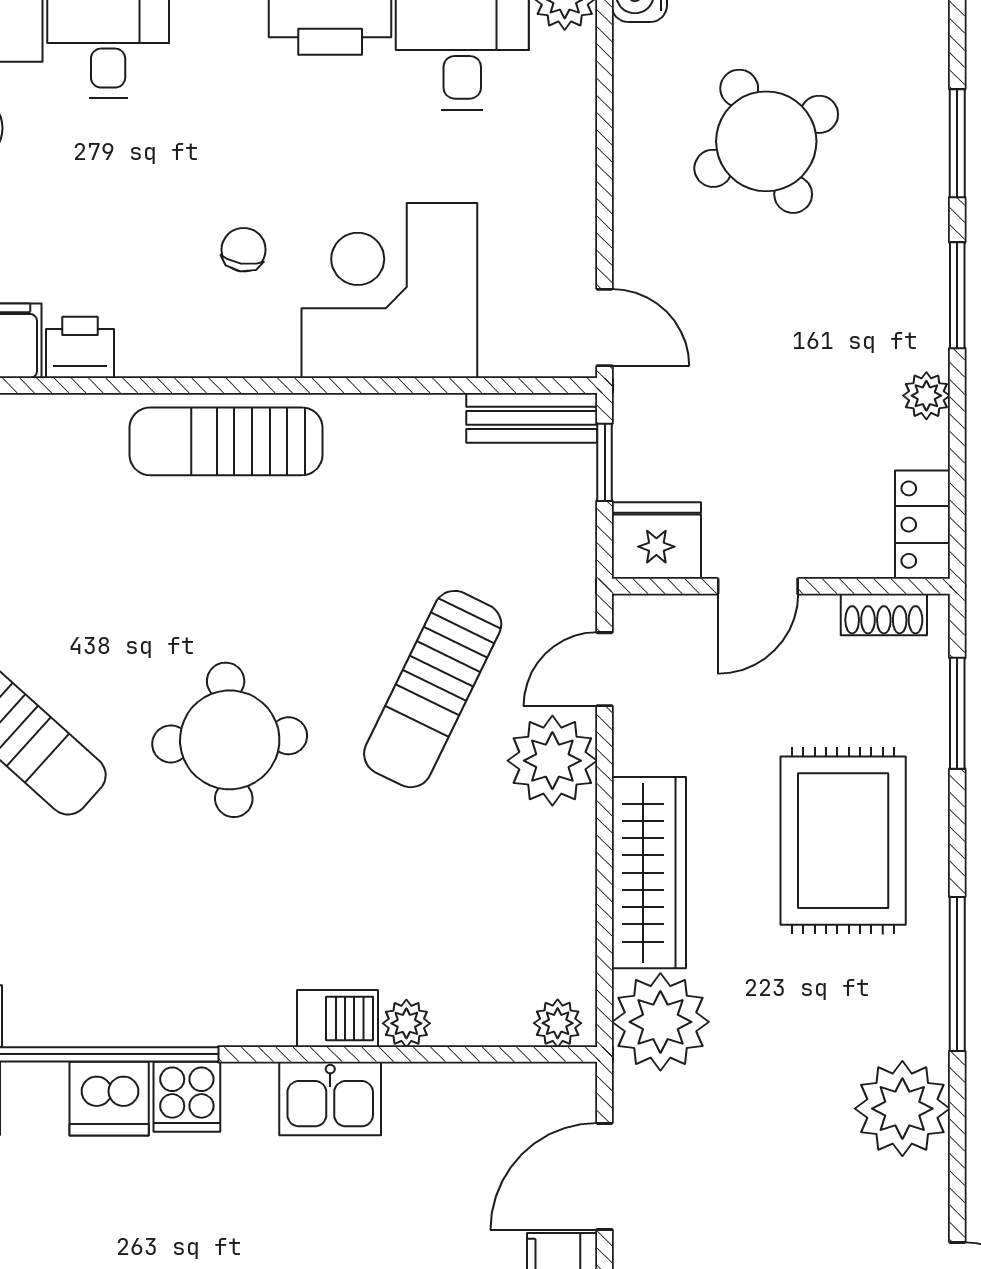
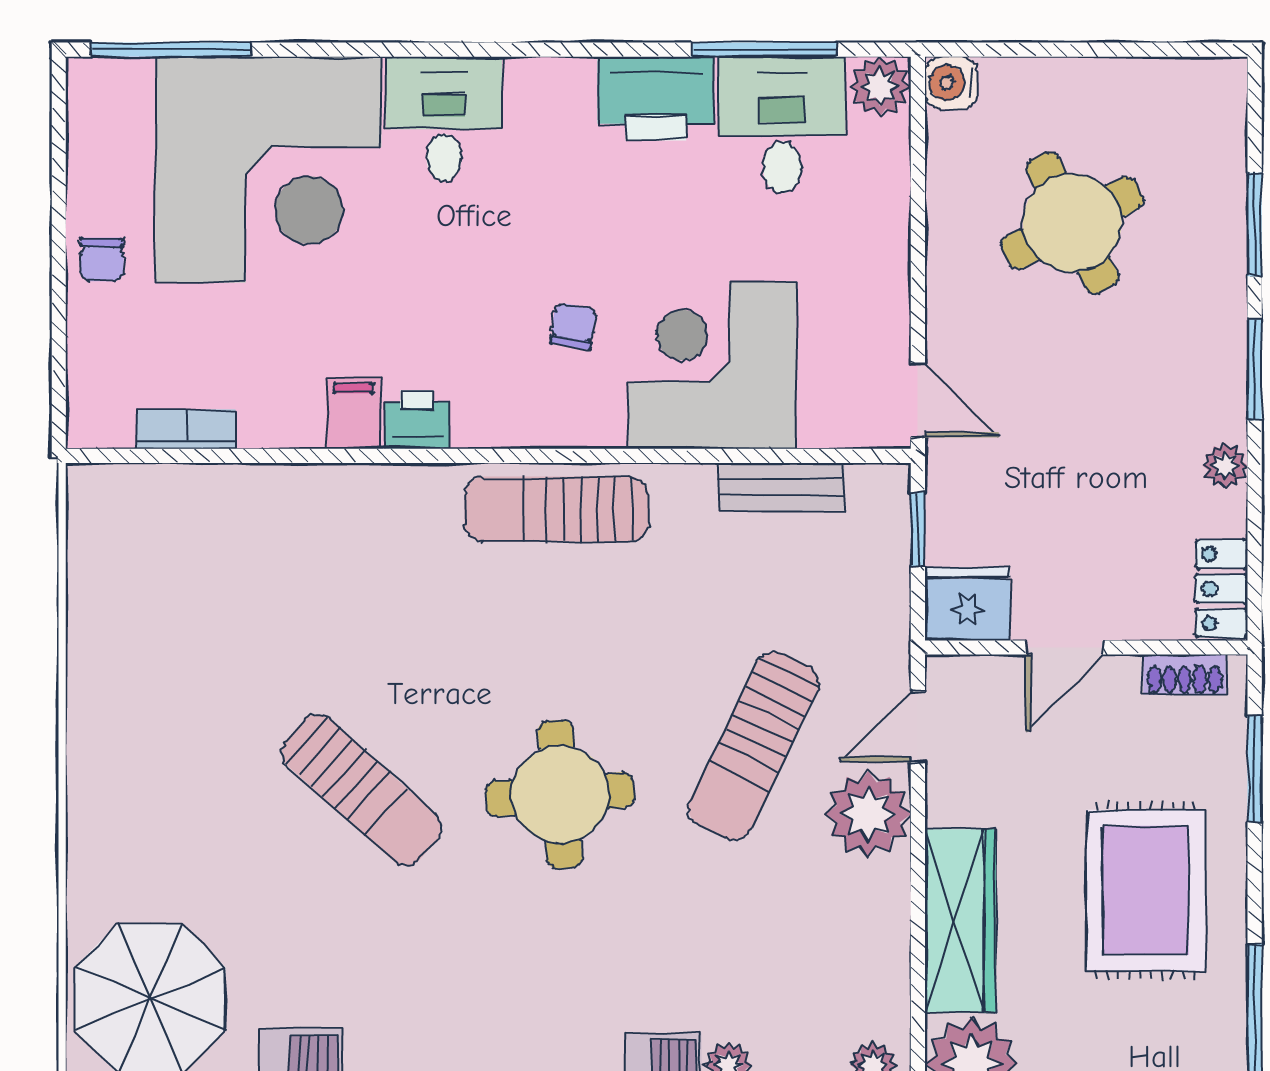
bench: (532, 418) -> (782, 487), moved

